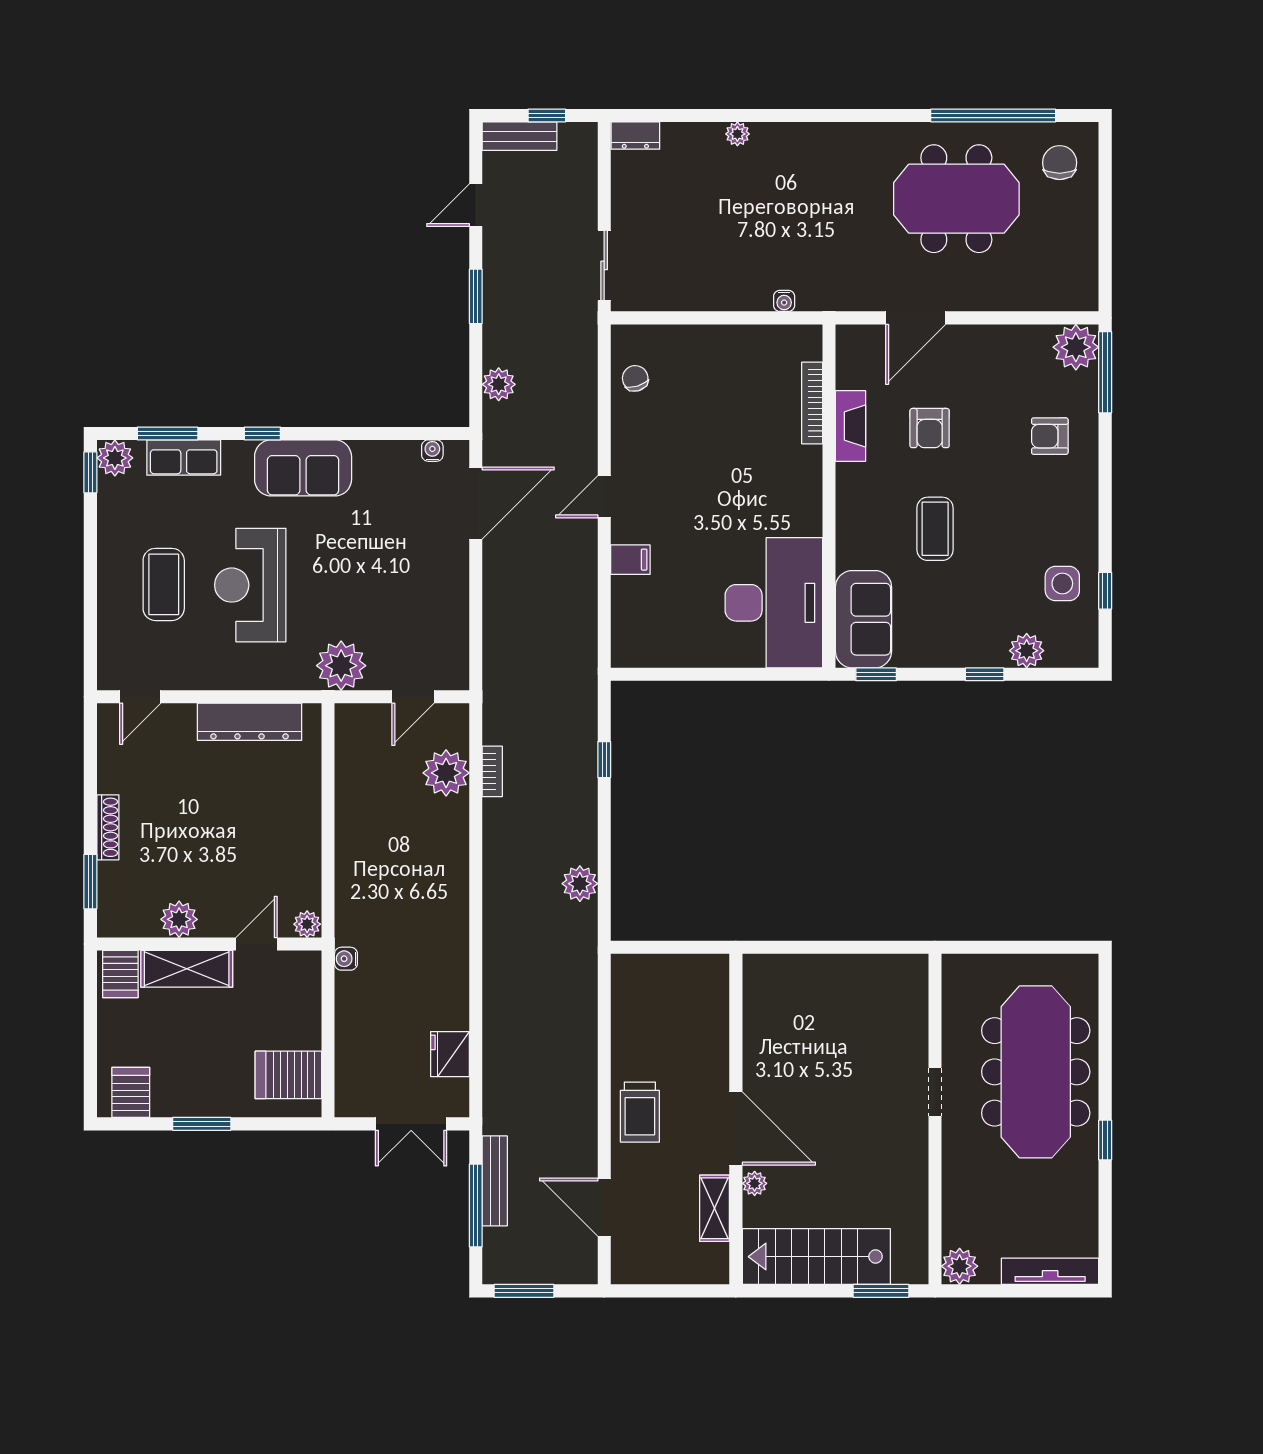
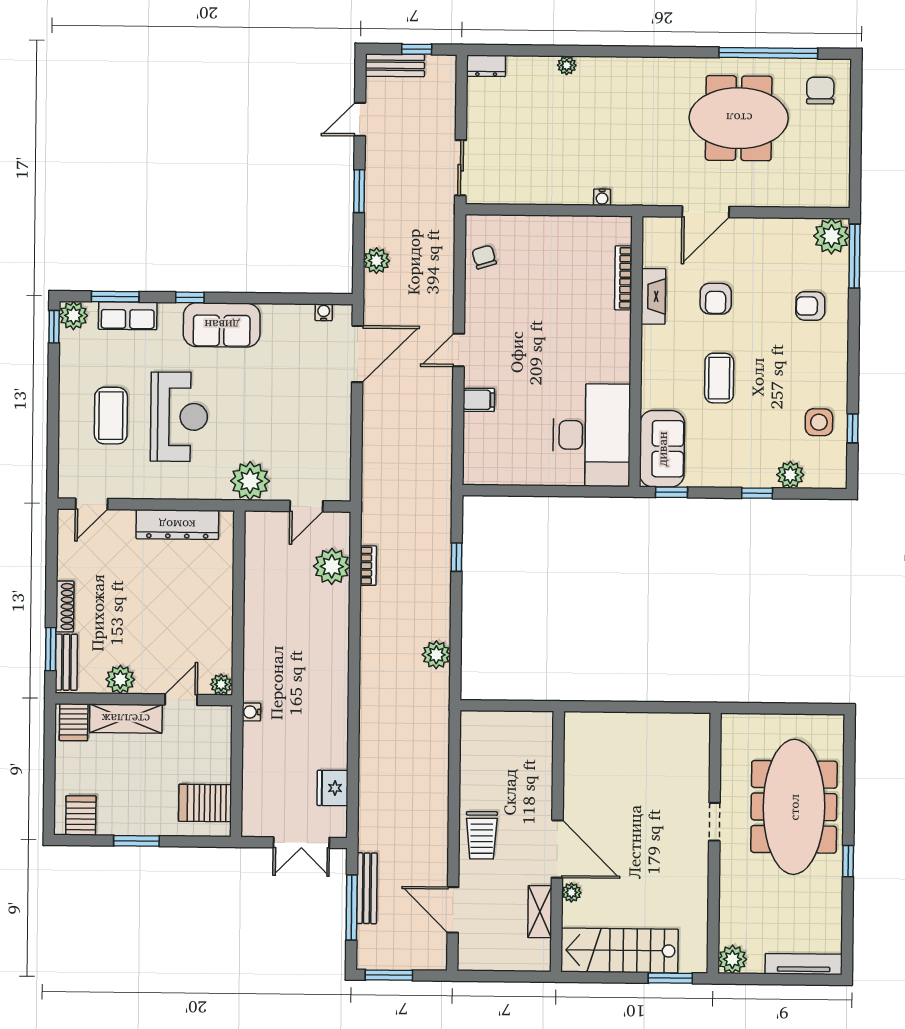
reception desk: (250, 585) -> (179, 417), turned 180
bench: (110, 898) -> (66, 662), added

